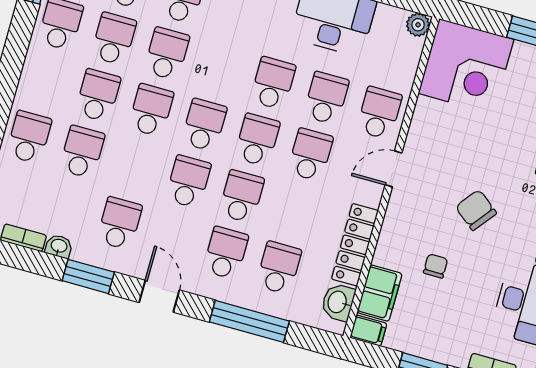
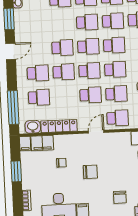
door: (393, 169) -> (96, 132), hinge flipped
chair: (476, 210) -> (90, 172), turned 52
school desk: (119, 223) -> (114, 45), moved
window: (249, 321) -> (13, 107), moved

